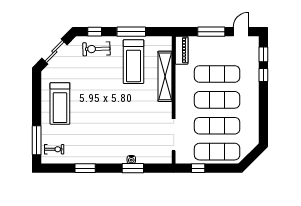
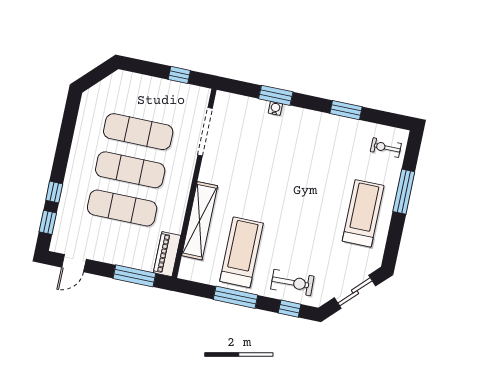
window: (211, 32) -> (134, 276), moved
window: (37, 140) -> (404, 192), moved
exercise mat: (217, 152) -> (146, 93), removed

